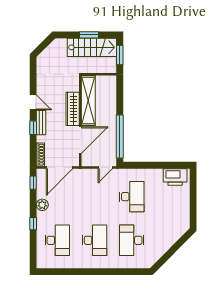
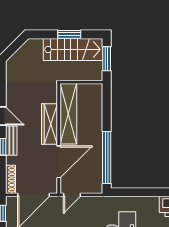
door: (105, 167) -> (72, 195), moved

